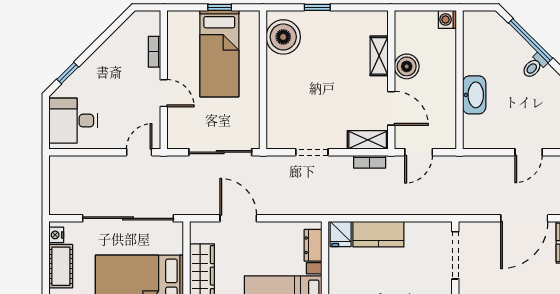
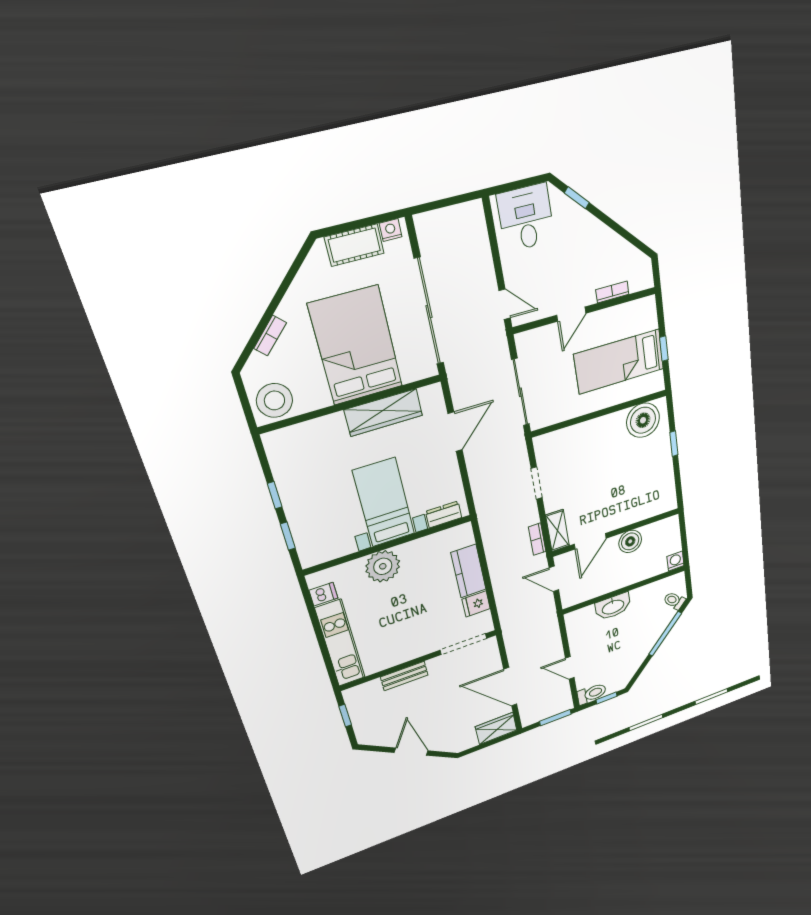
shelving: (379, 56) -> (637, 514), removed
toilet: (534, 66) -> (674, 601), moved
fridge: (341, 234) -> (476, 604), moved

